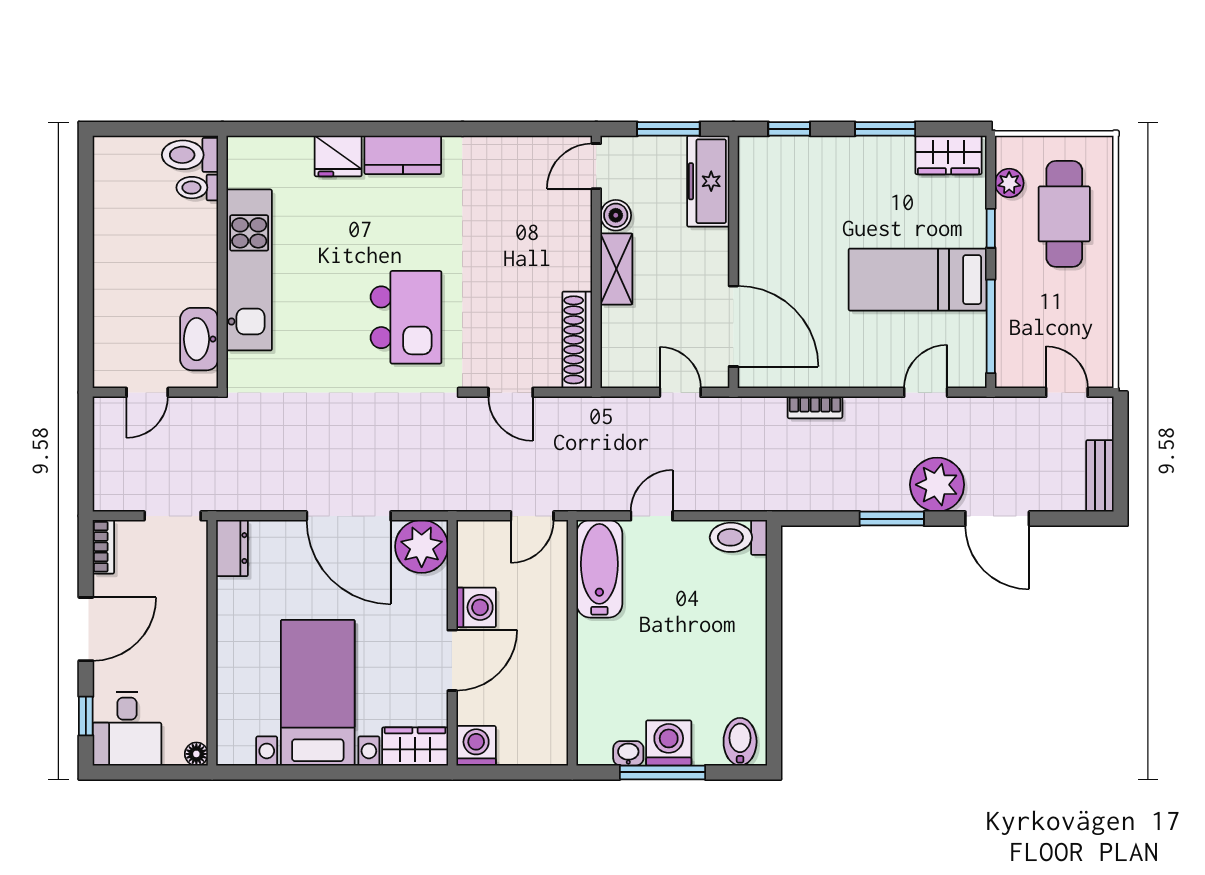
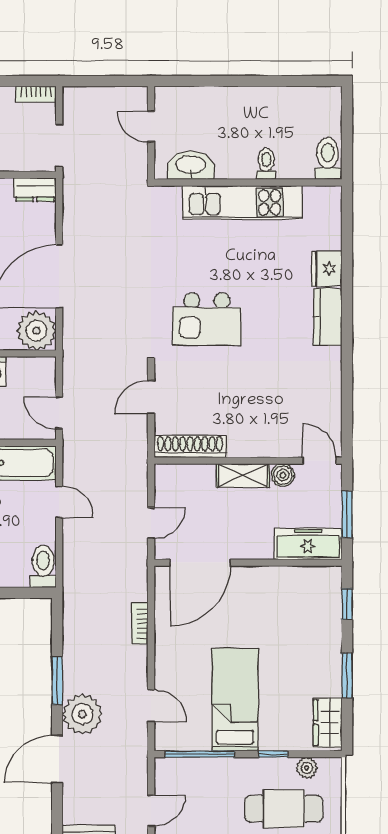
toilet: (197, 188) -> (266, 164), moved

